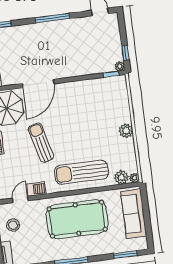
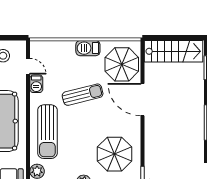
parasol: (95, 104) -> (115, 154), added
sun lounger: (81, 172) -> (47, 132), turned 180

